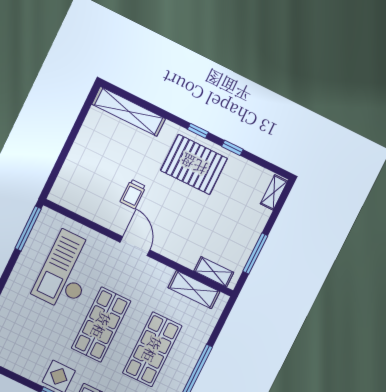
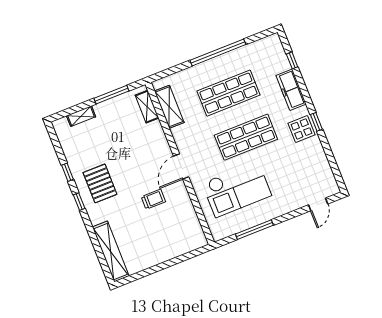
pallet: (194, 164) -> (100, 183), width x0.73, depth x0.71
shelving: (274, 192) -> (81, 116), moved
window: (28, 229) -> (254, 230), moved

